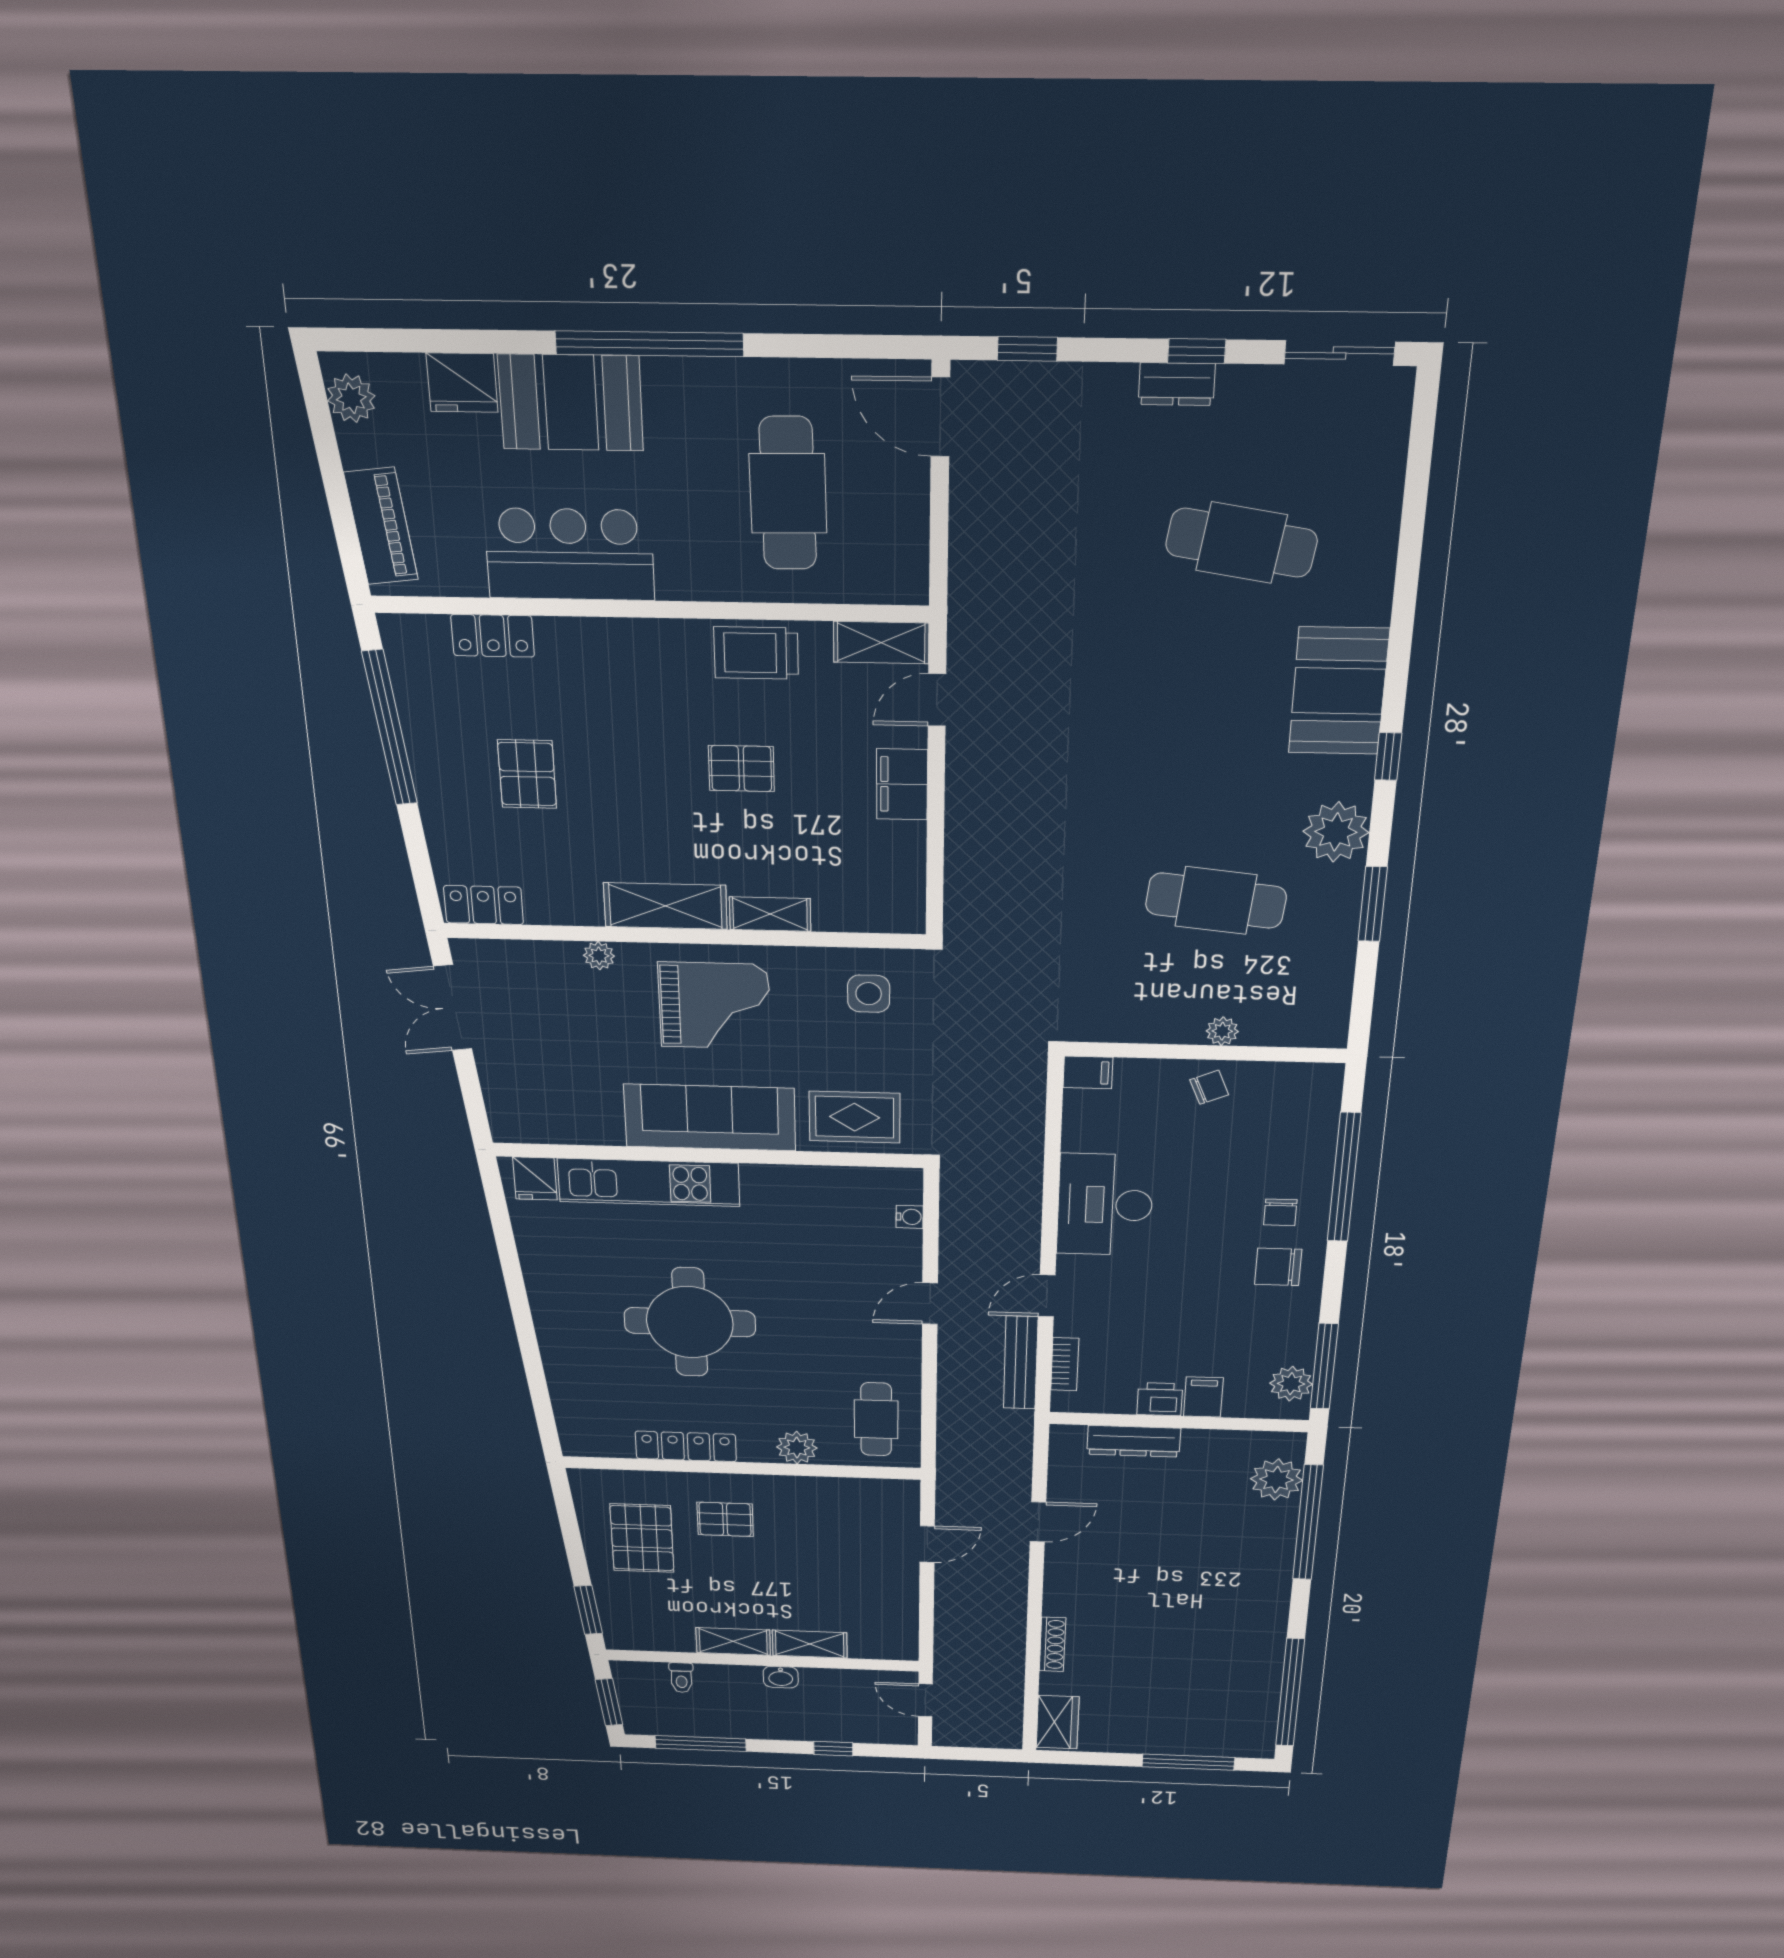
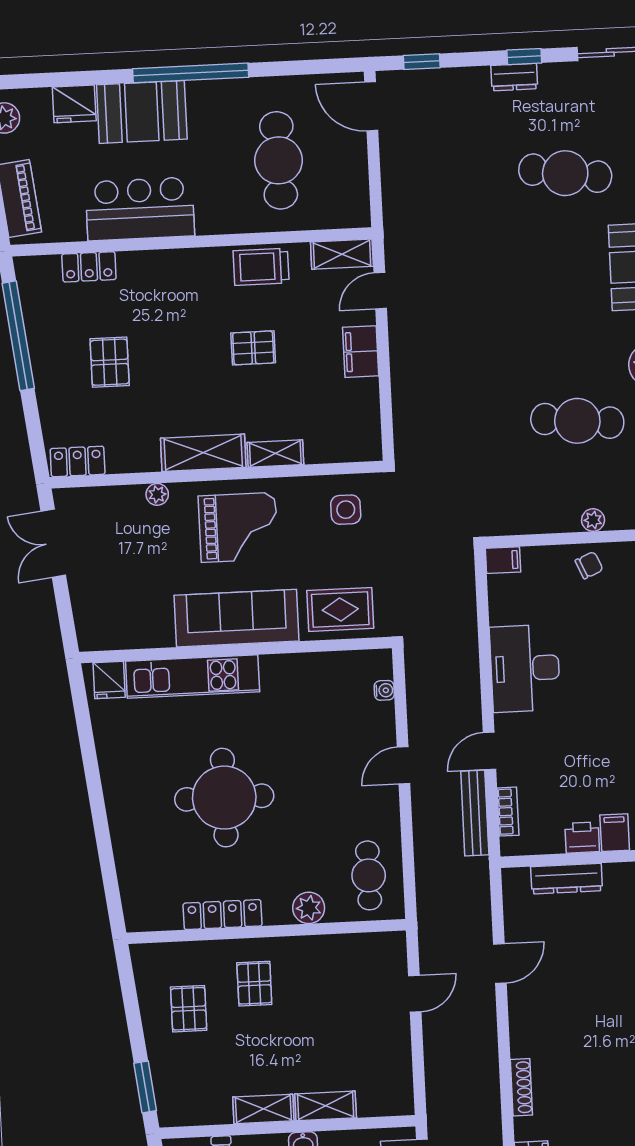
pallet: (725, 1519) -> (254, 984), turned 90
pallet: (642, 1538) -> (189, 1009), width x0.67, depth x0.71

